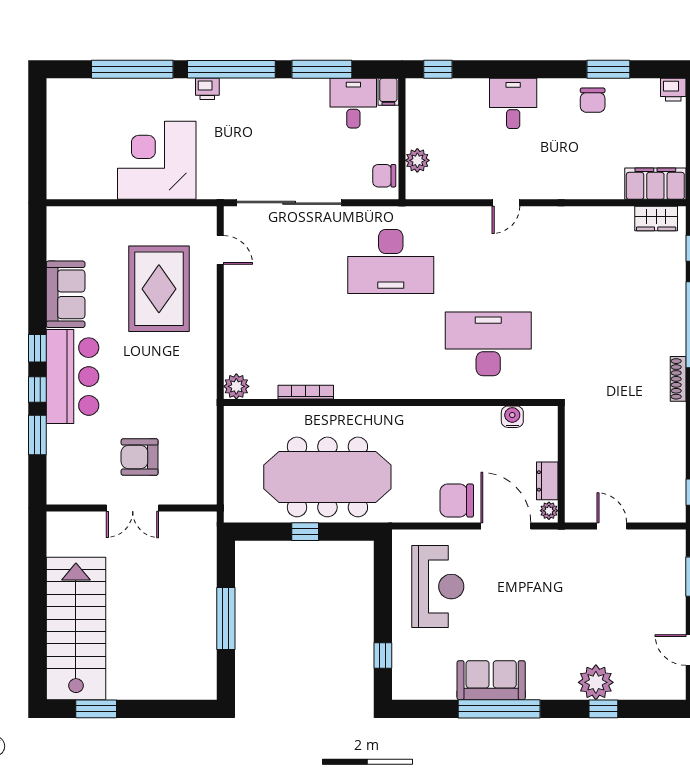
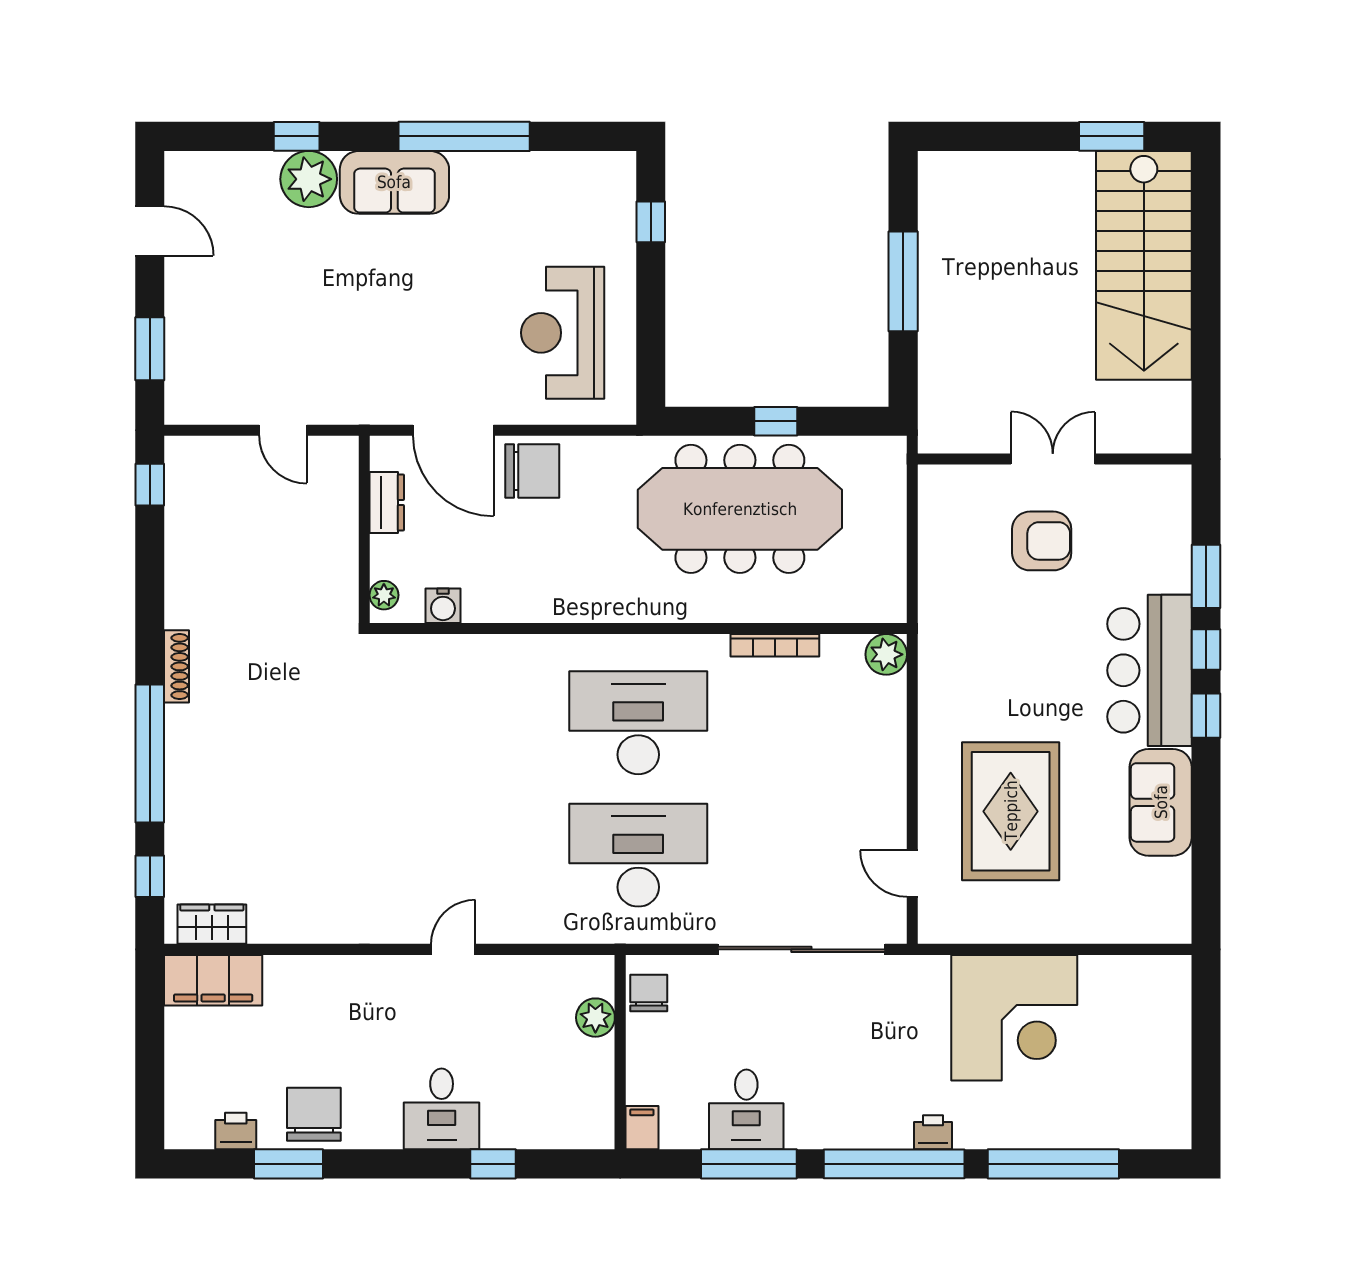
window: (438, 69) -> (493, 1164), moved
printer: (673, 90) -> (236, 1131), moved
chair: (593, 100) -> (314, 1114), width x1.37, depth x1.37
desk: (353, 103) -> (746, 1109), moved
chair: (384, 176) -> (649, 993), turned -90
desk: (488, 344) -> (638, 723), moved, turned 180
plant: (549, 511) -> (384, 595), moved
sofa: (491, 680) -> (394, 182), moved

